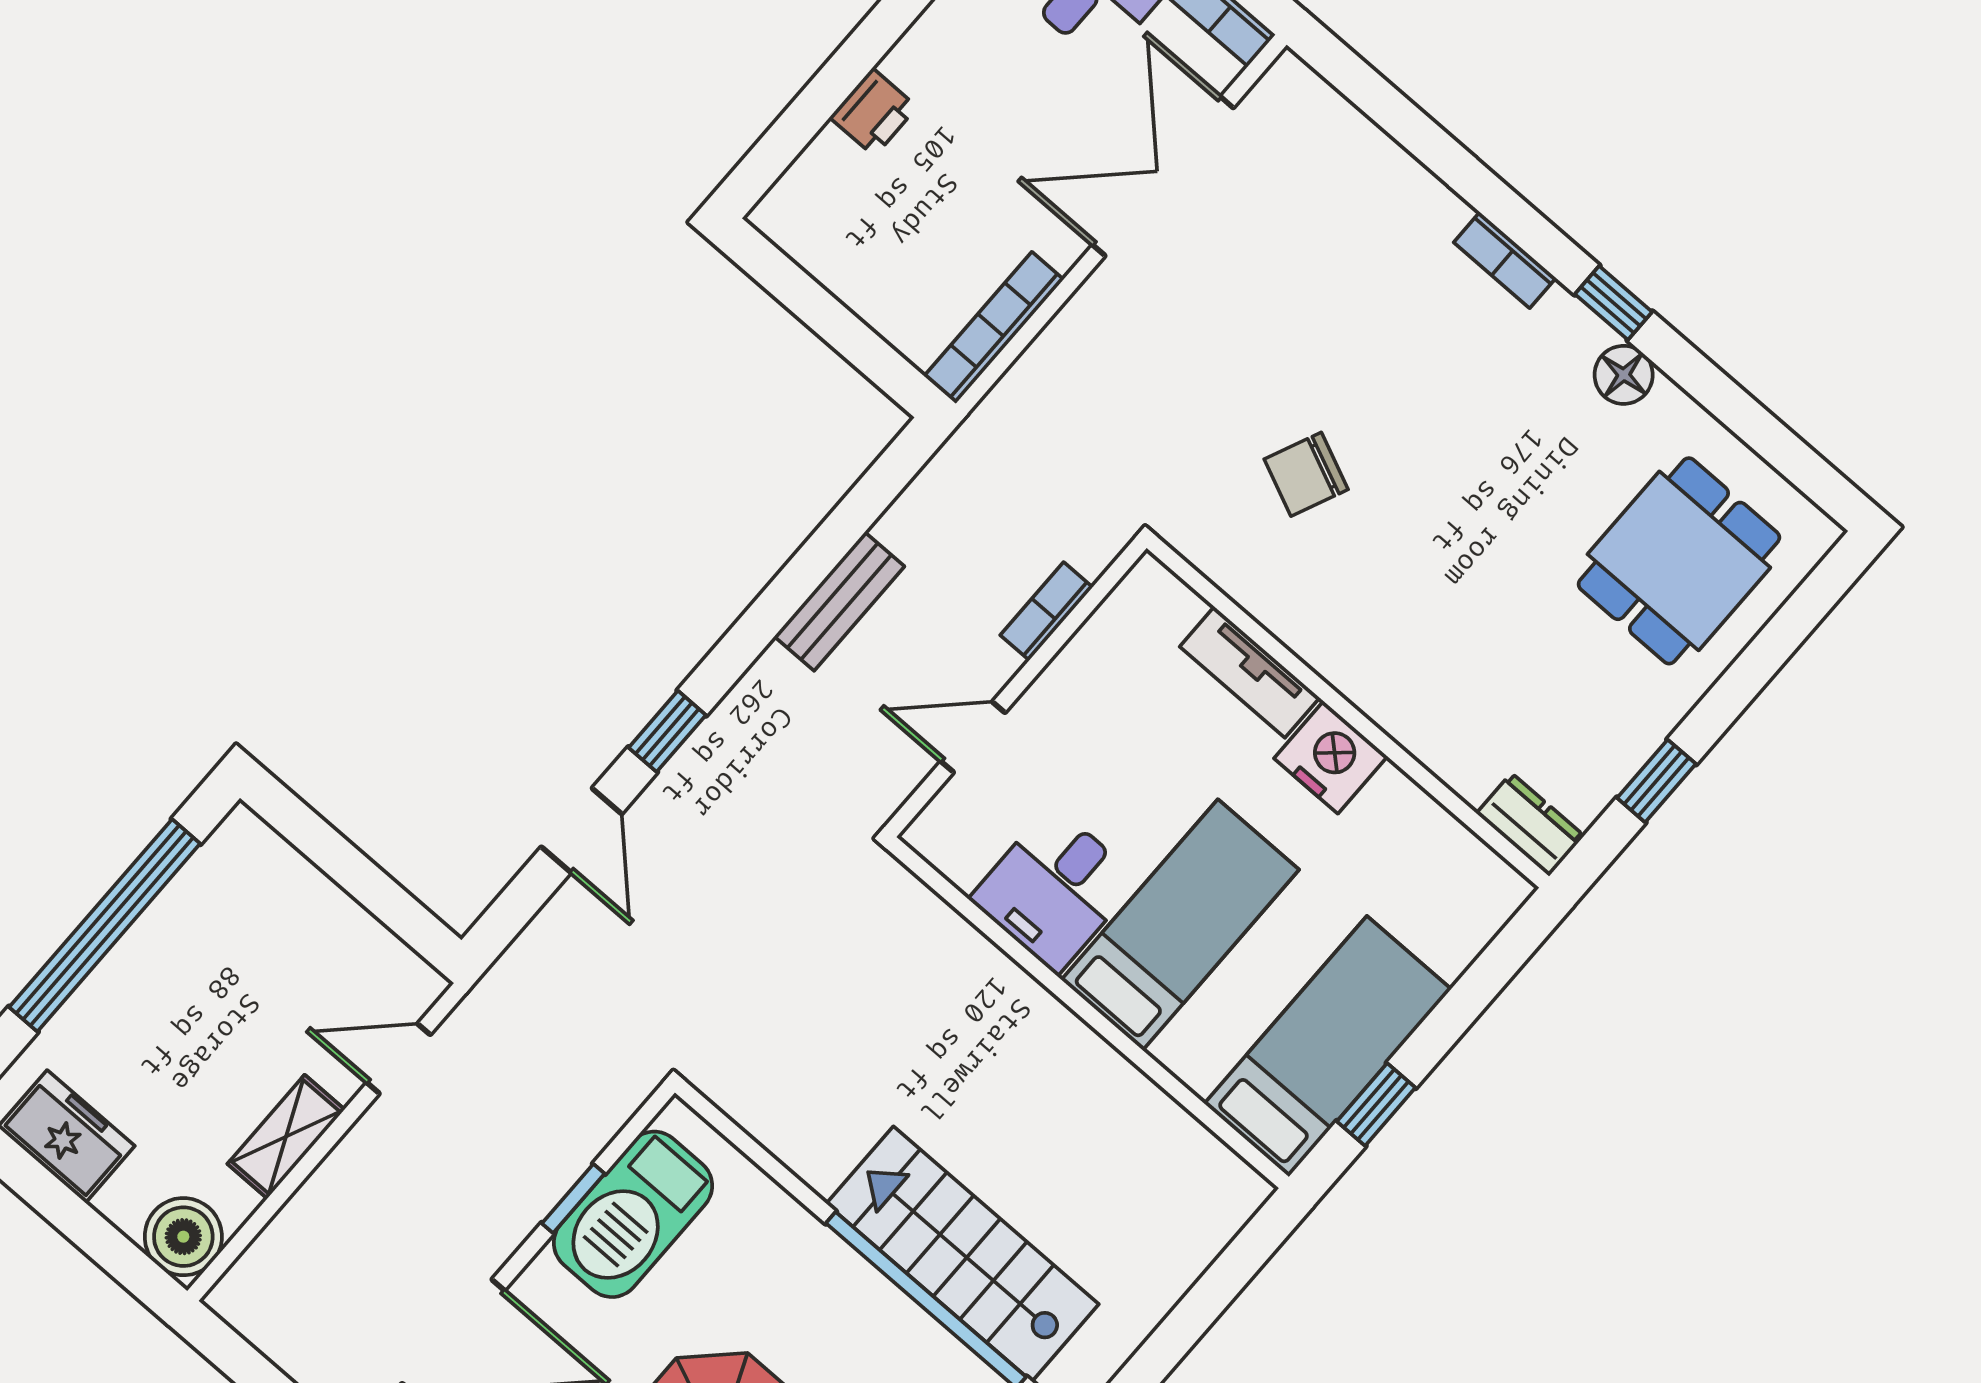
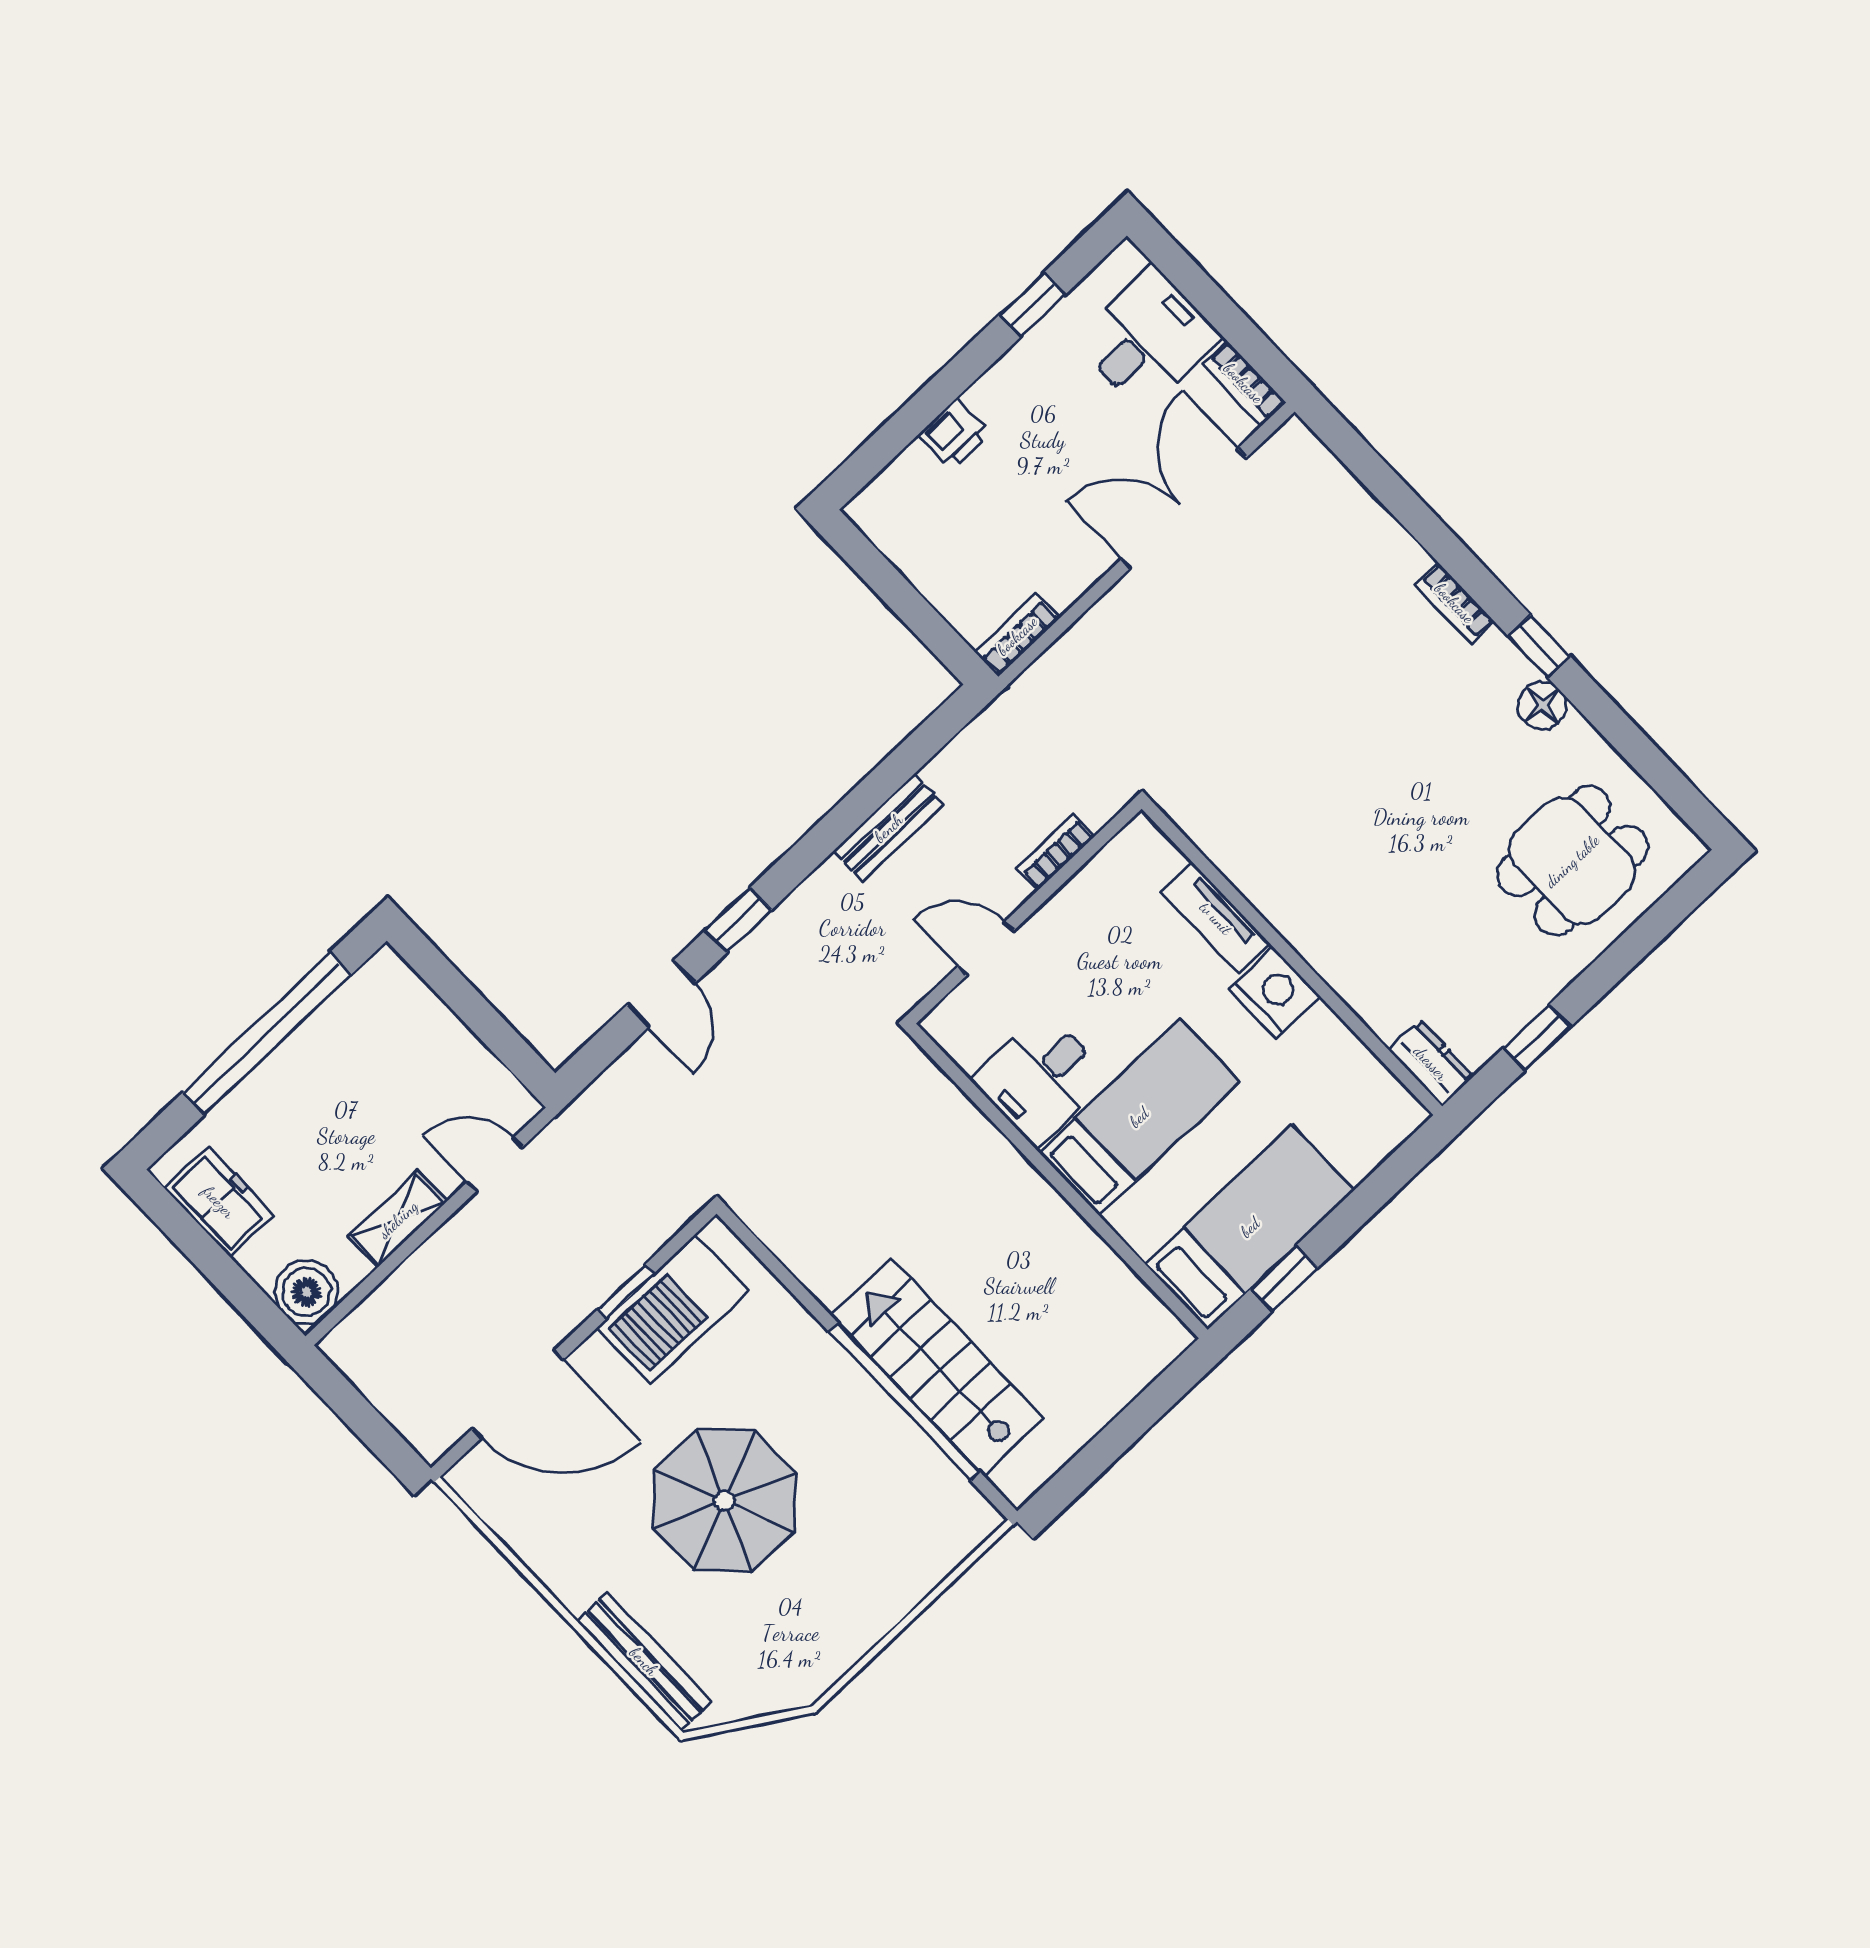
bookcase: (994, 328) -> (1017, 635), width x0.64
chair: (1306, 474) -> (1277, 761), removed

